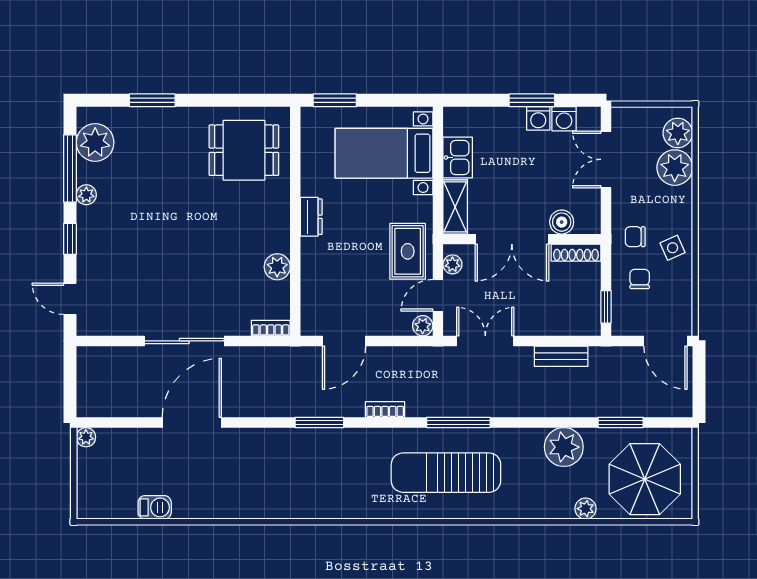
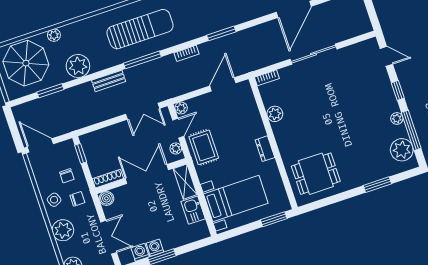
plant: (675, 168) -> (63, 230), moved
boiler: (562, 222) -> (106, 198), moved
bench: (561, 356) -> (109, 81), moved

